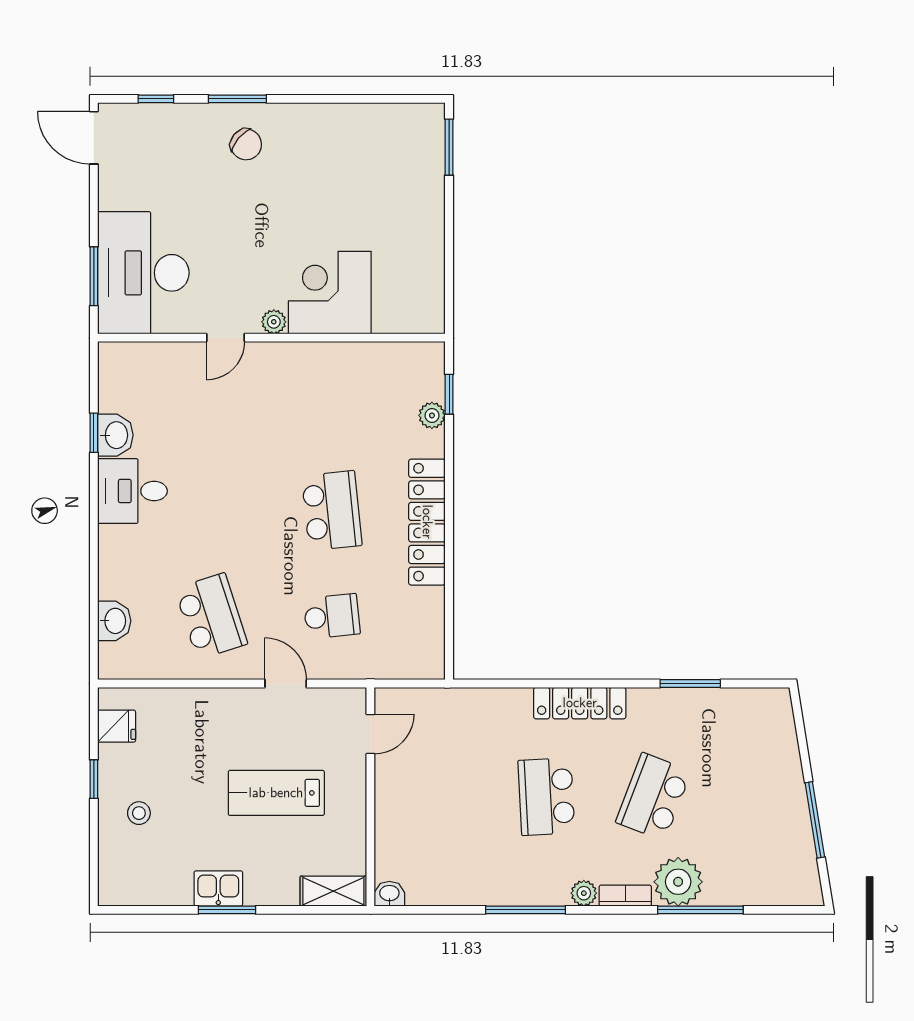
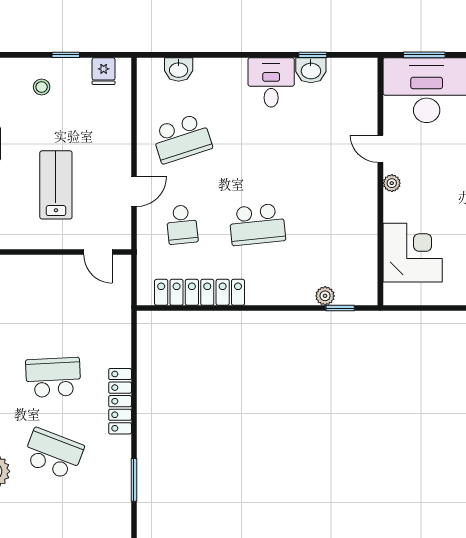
corner desk: (330, 293) -> (413, 253), moved
locker: (427, 522) -> (200, 292), moved

